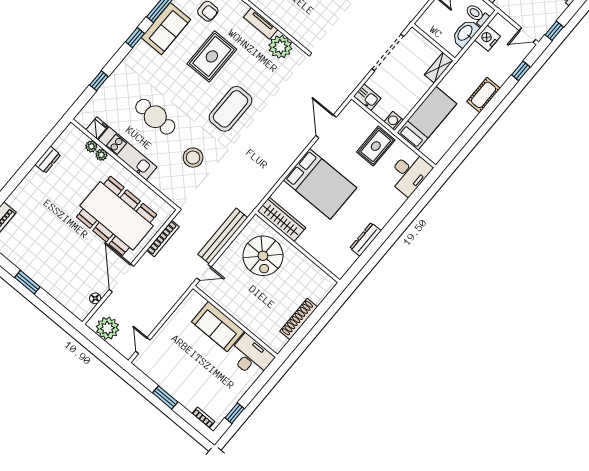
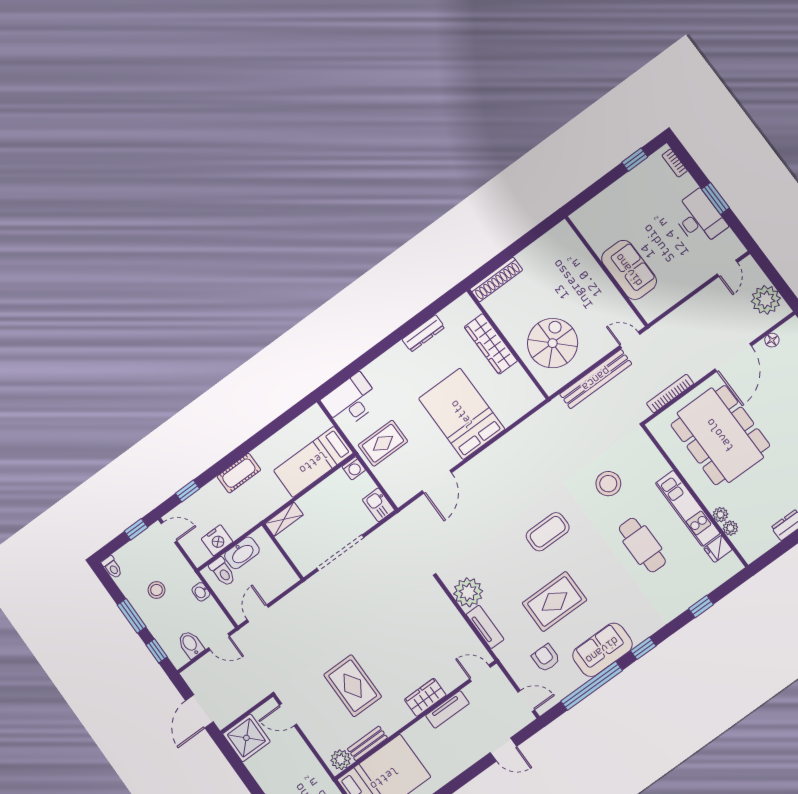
coffee table: (231, 109) -> (548, 532), width x0.73, depth x0.76
wardrobe: (282, 219) -> (491, 344), moved
shoe rack: (299, 319) -> (496, 279), moved
desk: (251, 356) -> (699, 218), moved, turned 180

